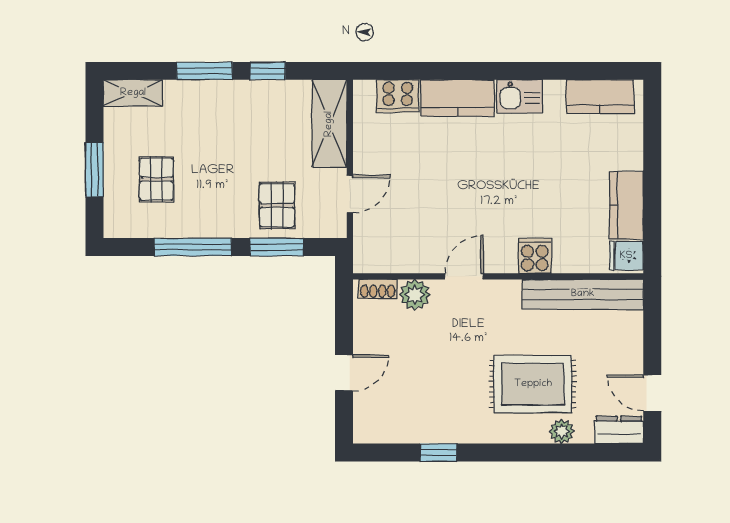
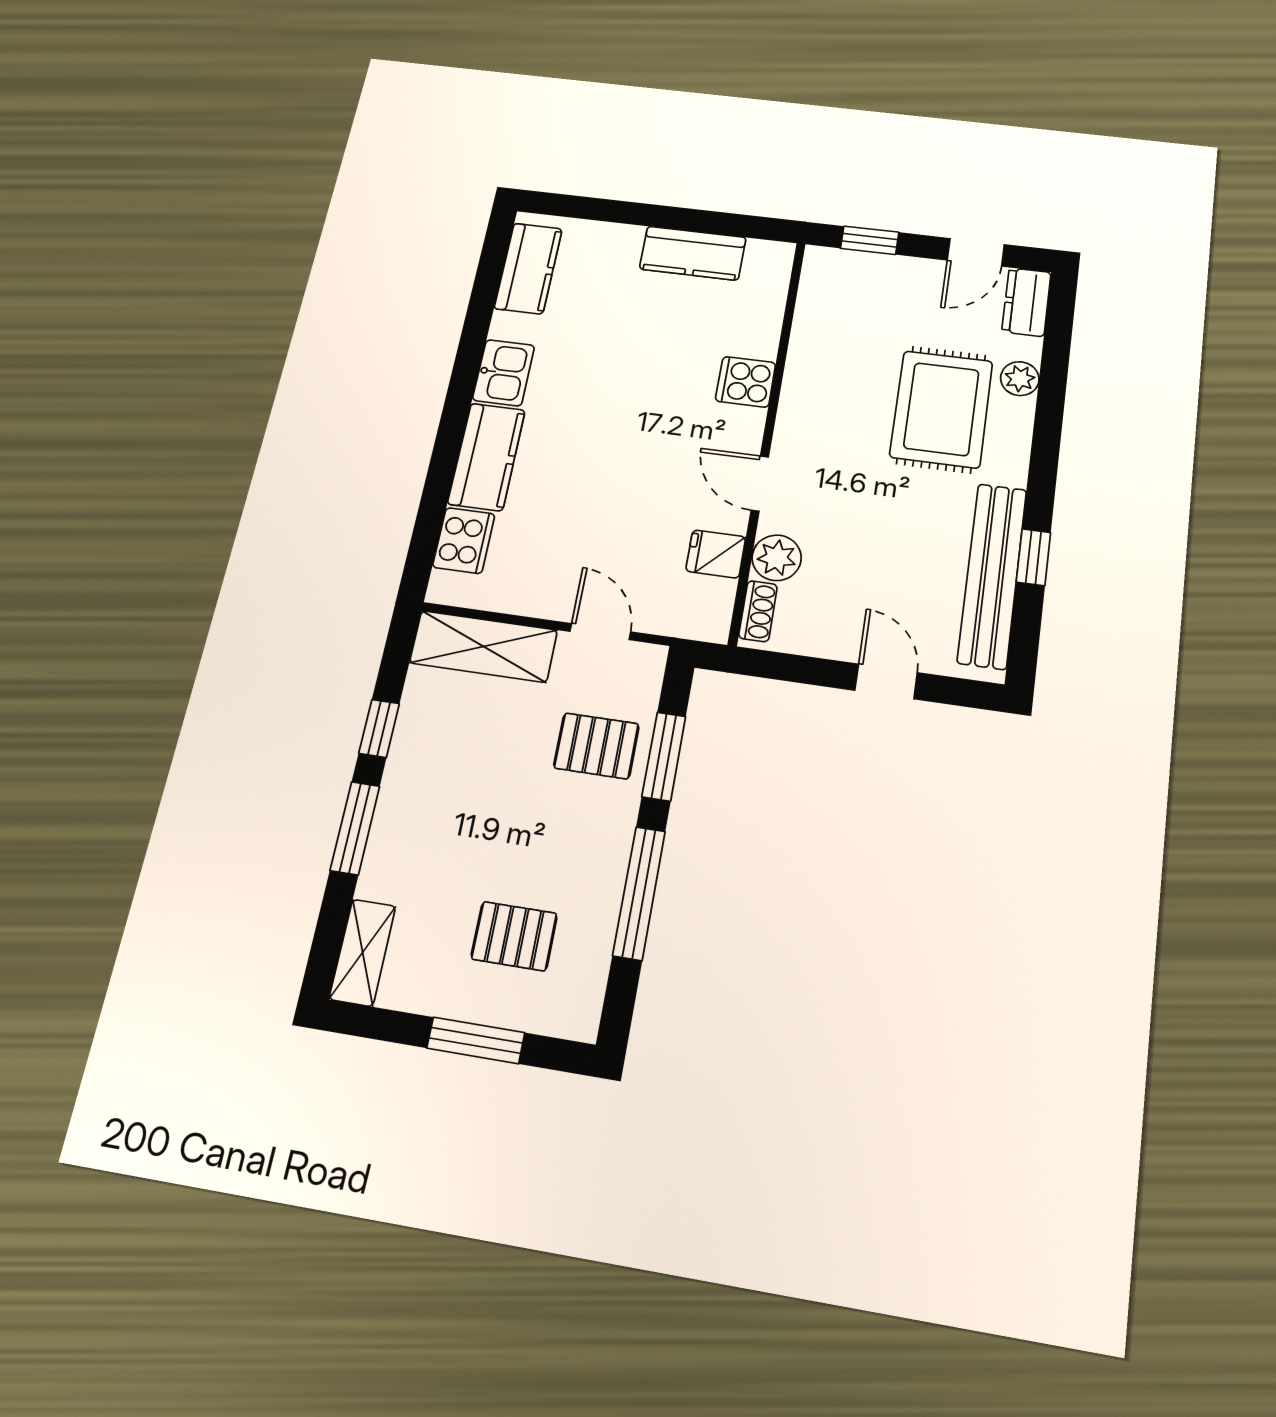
fridge: (626, 256) -> (716, 554), moved, turned 90
bench: (583, 294) -> (992, 575), moved
window: (652, 322) -> (870, 240), added

